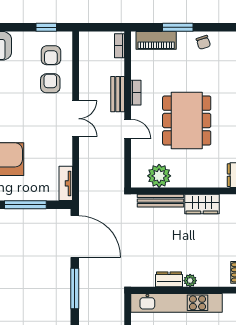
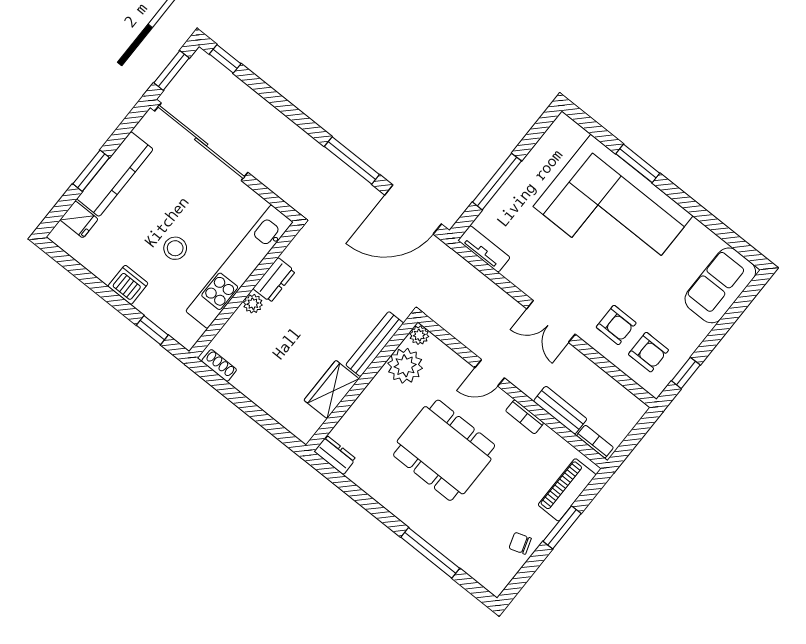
armchair: (51, 55) -> (648, 352), turned 180
bench: (118, 94) -> (560, 410), moved
plant: (137, 181) -> (419, 335), added

